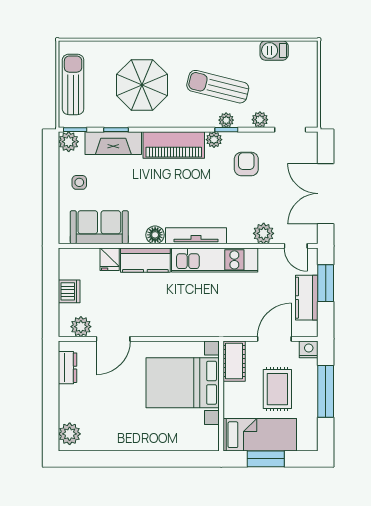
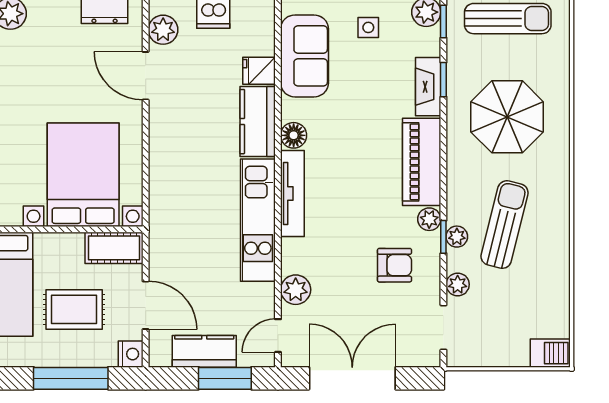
barbecue: (274, 51) -> (550, 353), moved, turned 90
fireplace: (113, 143) -> (428, 87), width x0.73, depth x0.76

